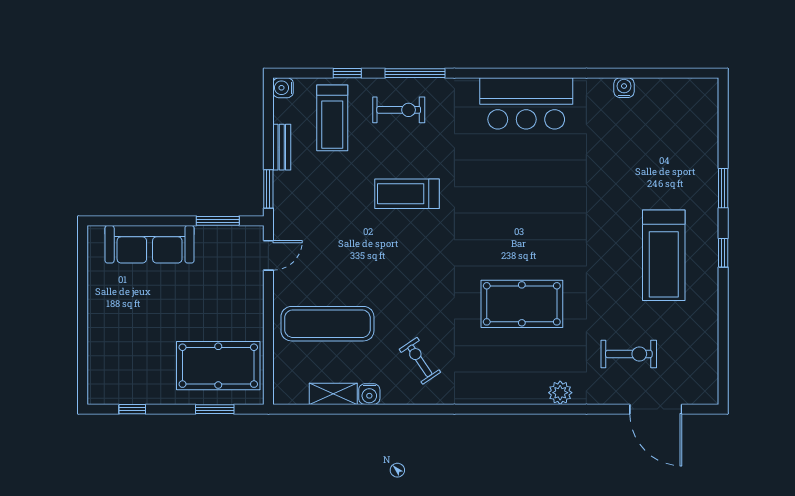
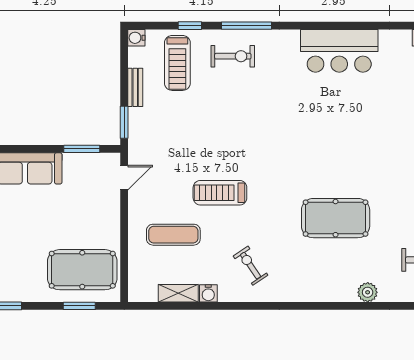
treadmill: (407, 194) -> (220, 193), moved
exercise mat: (327, 324) -> (173, 235), width x0.73, depth x0.69

